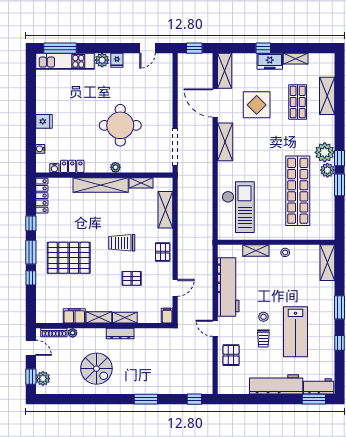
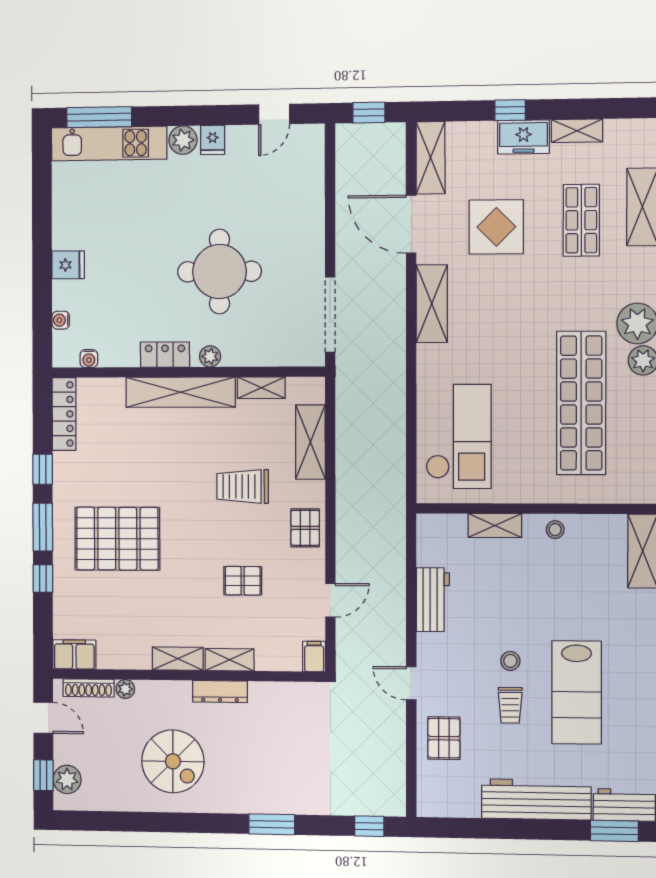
locker: (72, 166) -> (165, 355), moved
trolley: (122, 243) -> (243, 486), moved
workbench: (228, 287) -> (433, 600), width x0.53, depth x0.76
filing cabinet: (74, 316) -> (74, 654), moved

